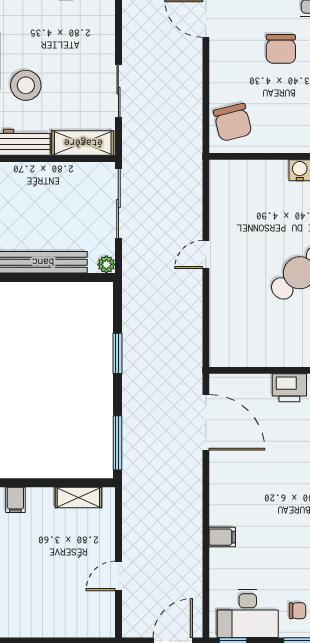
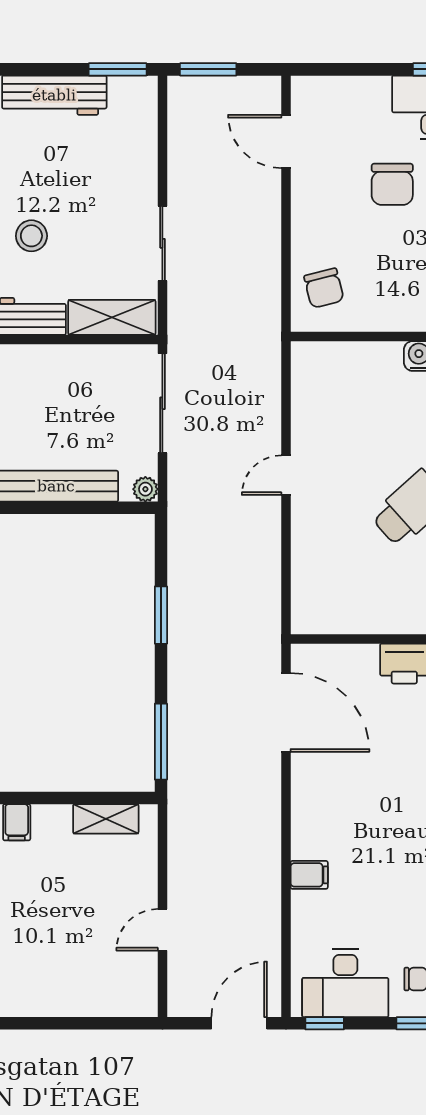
stool: (26, 85) -> (31, 236), width x0.73, depth x0.73
chair: (233, 122) -> (324, 288), width x0.73, depth x0.73

